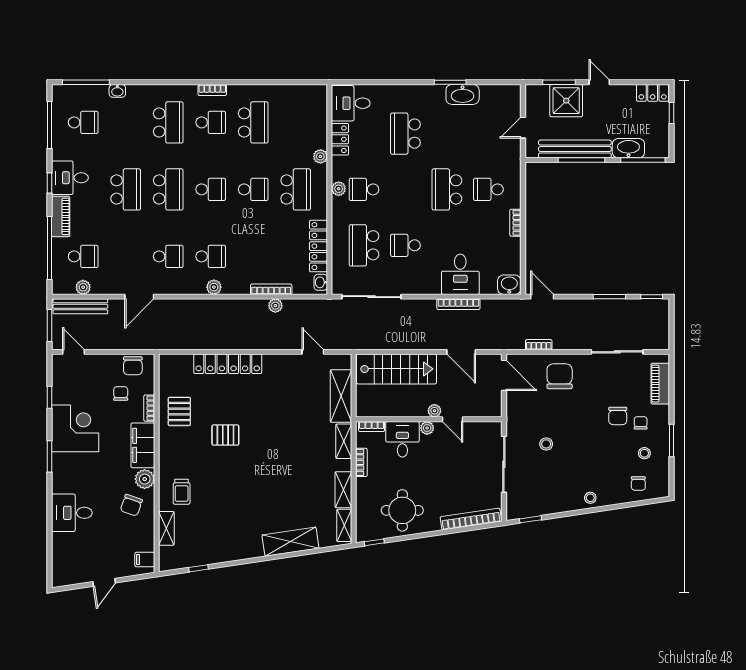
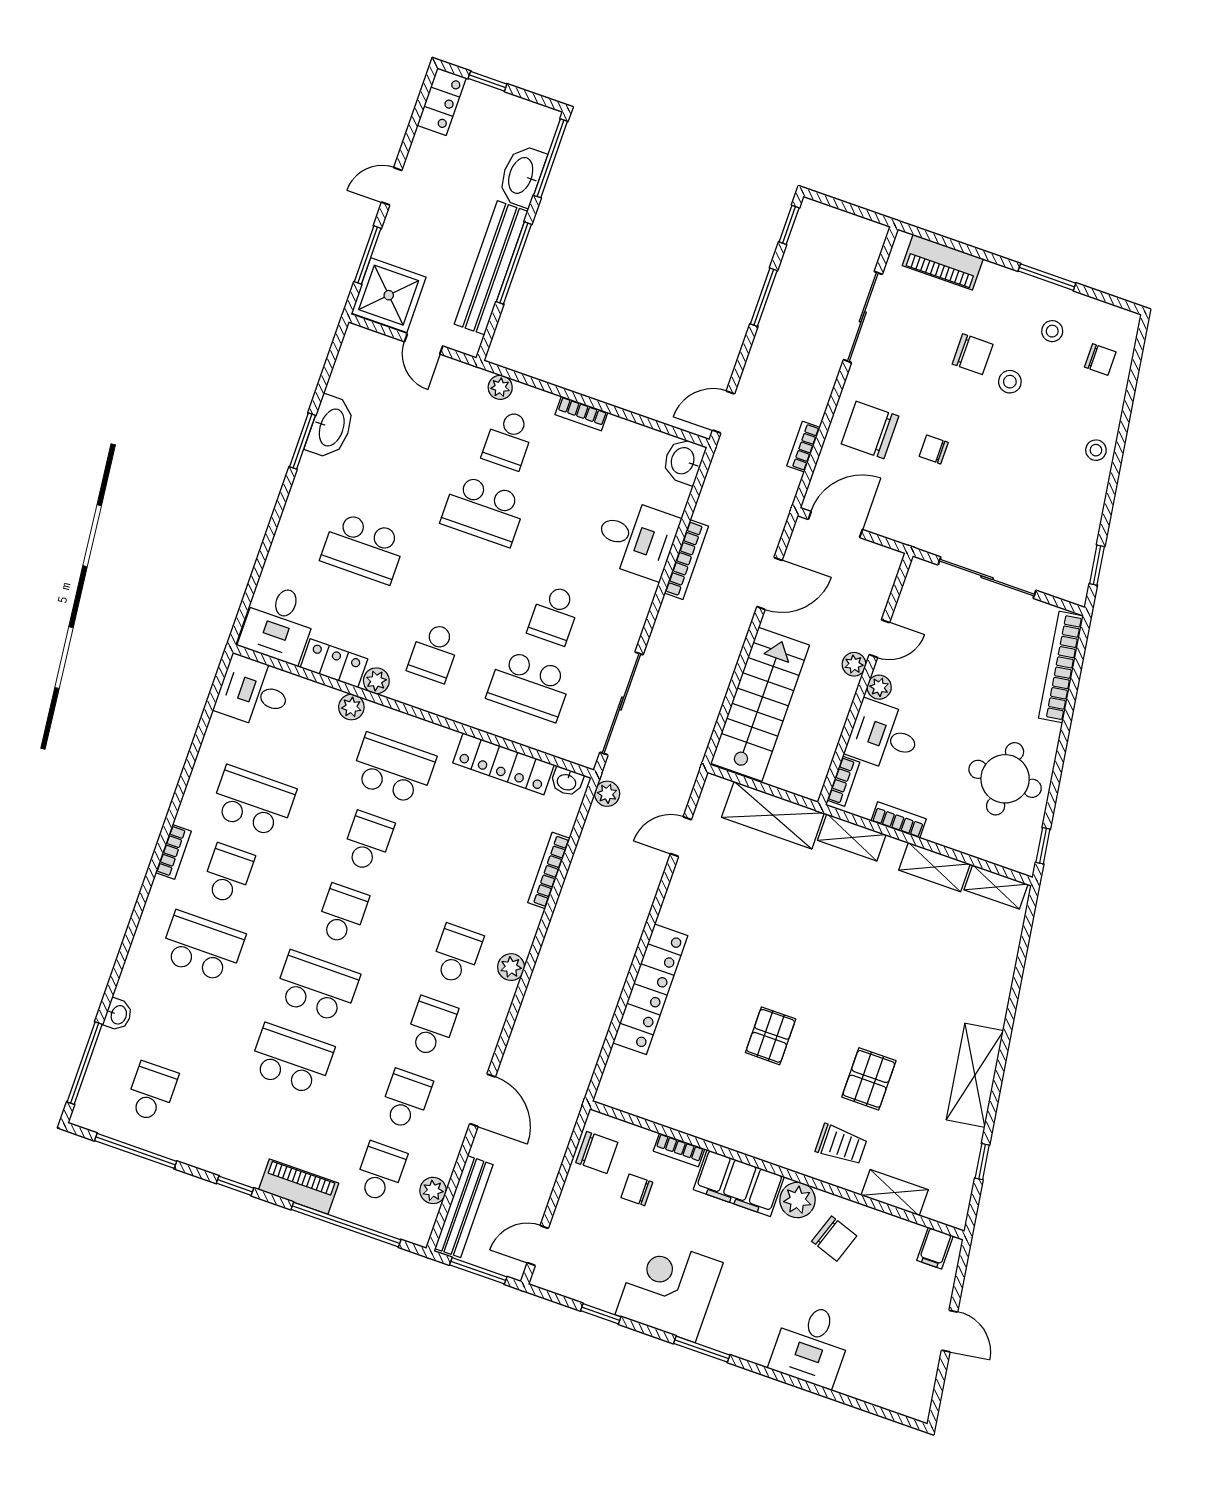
shower: (566, 101) -> (389, 295), moved
plant: (514, 176) -> (500, 387), added
desk: (70, 178) -> (254, 692), moved, turned 90
plant: (339, 189) -> (376, 681), moved
school desk: (126, 256) -> (406, 1099), added
plant: (275, 306) -> (607, 794), moved
pallet: (179, 411) -> (869, 1079), moved, turned 90
chair: (641, 423) -> (934, 449), moved
stool: (546, 444) -> (1010, 382), moved
shelving: (290, 542) -> (975, 1075), moved

